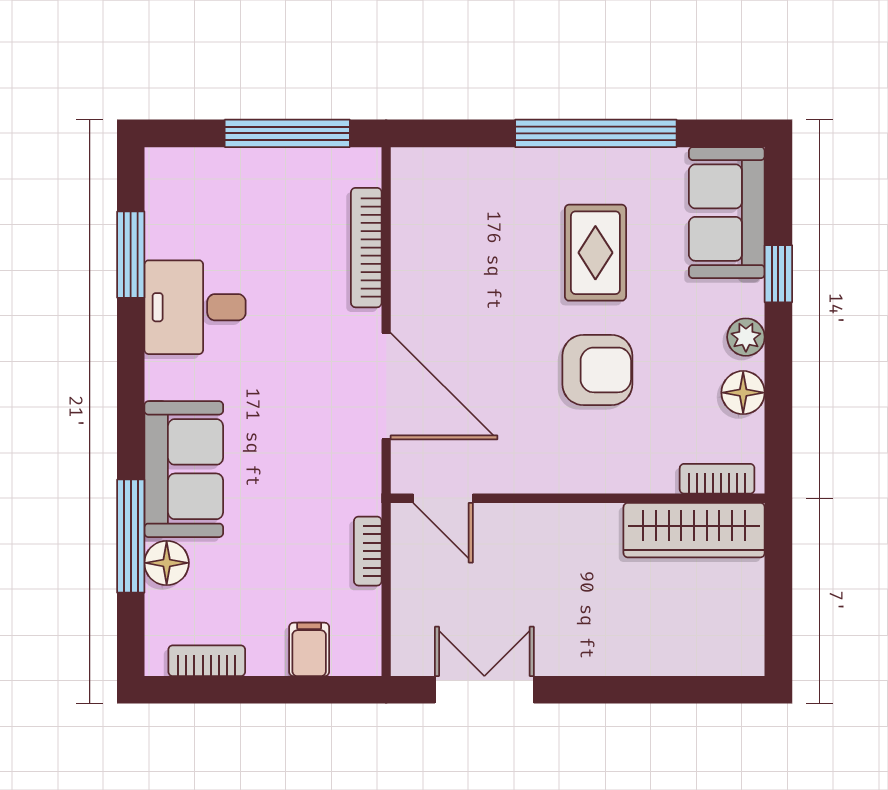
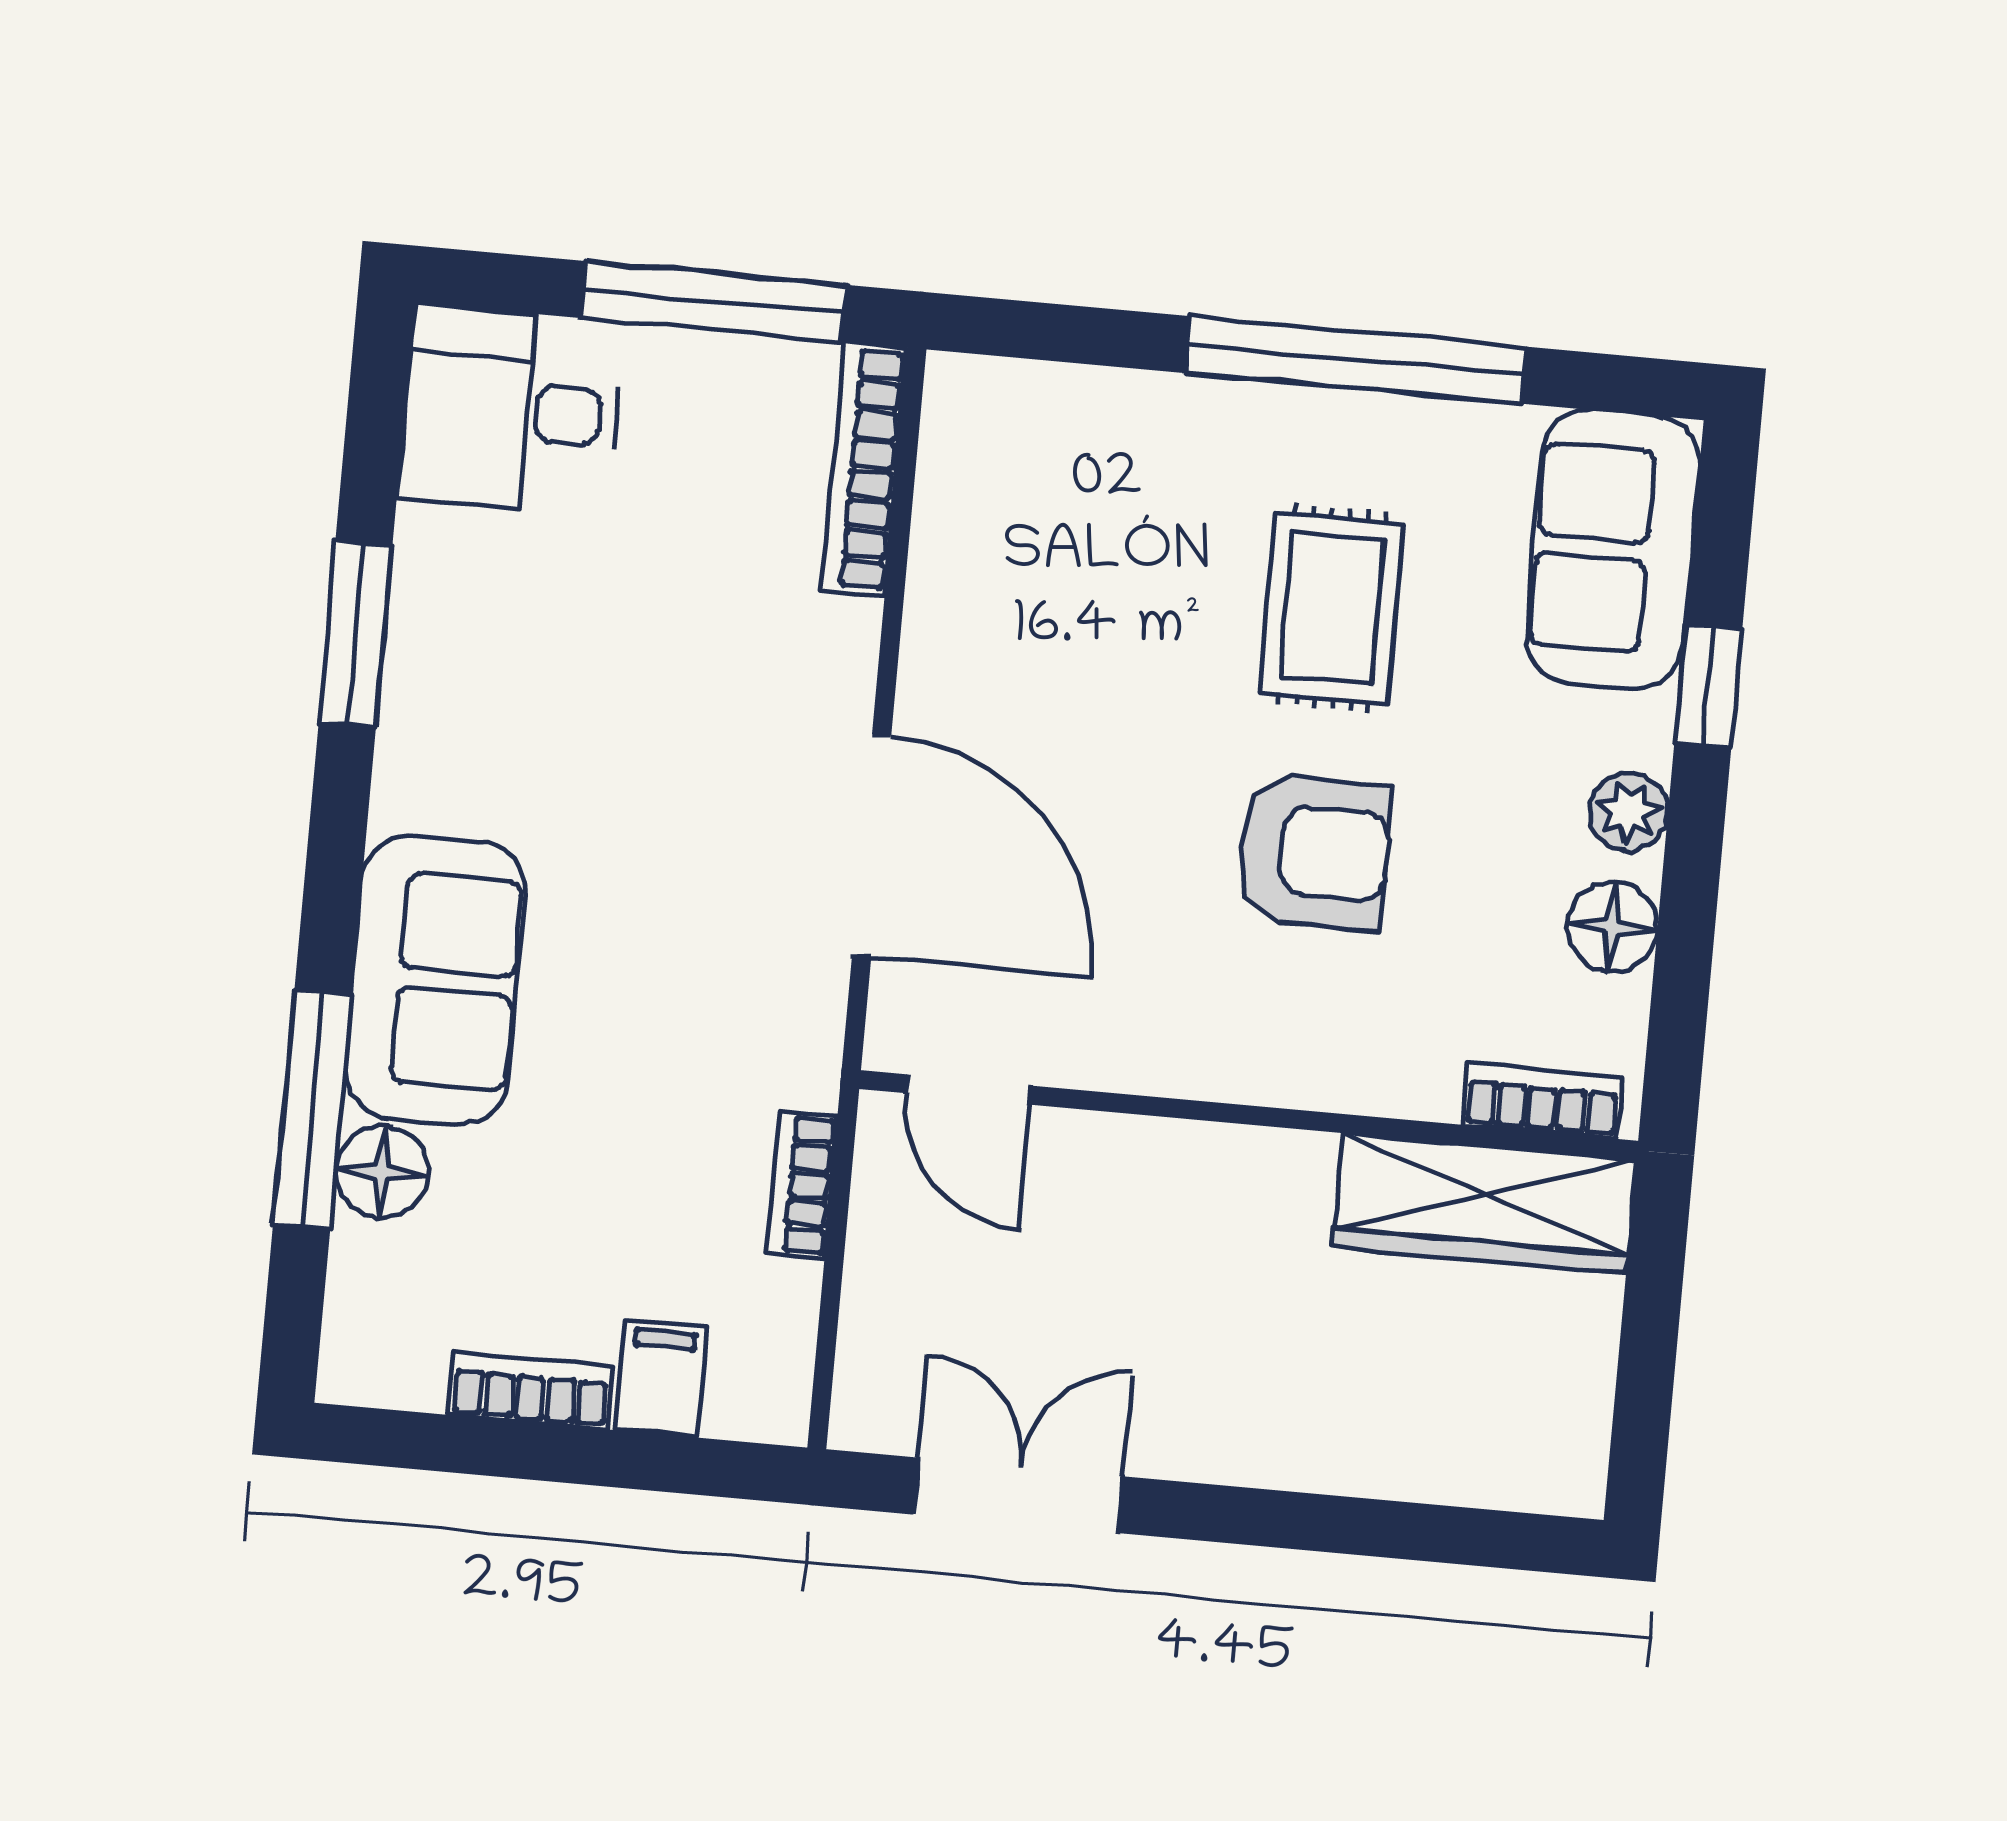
bookcase: (366, 248) -> (864, 469), moved
window: (131, 255) -> (356, 634), moved
desk: (195, 307) -> (511, 410), moved
bookcase: (207, 661) -> (531, 1390), moved

